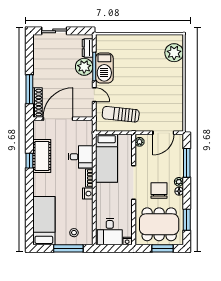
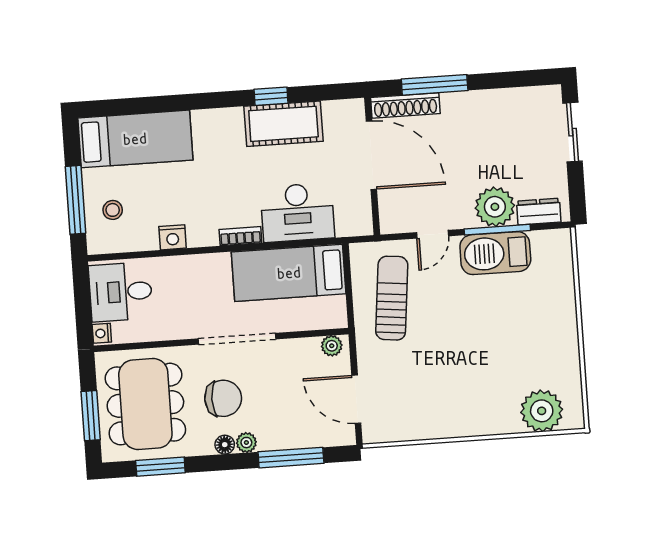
desk: (81, 157) -> (297, 212), width x1.37
nightstand: (88, 194) -> (173, 237), moved

